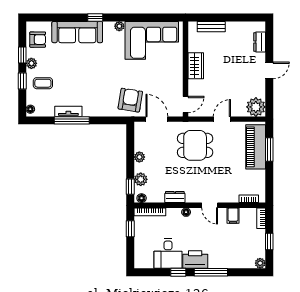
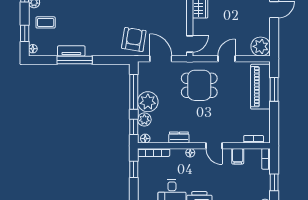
window: (22, 81) -> (25, 33), moved
window: (130, 152) -> (134, 92), added
plant: (139, 157) -> (148, 102), width x1.88, depth x1.88

